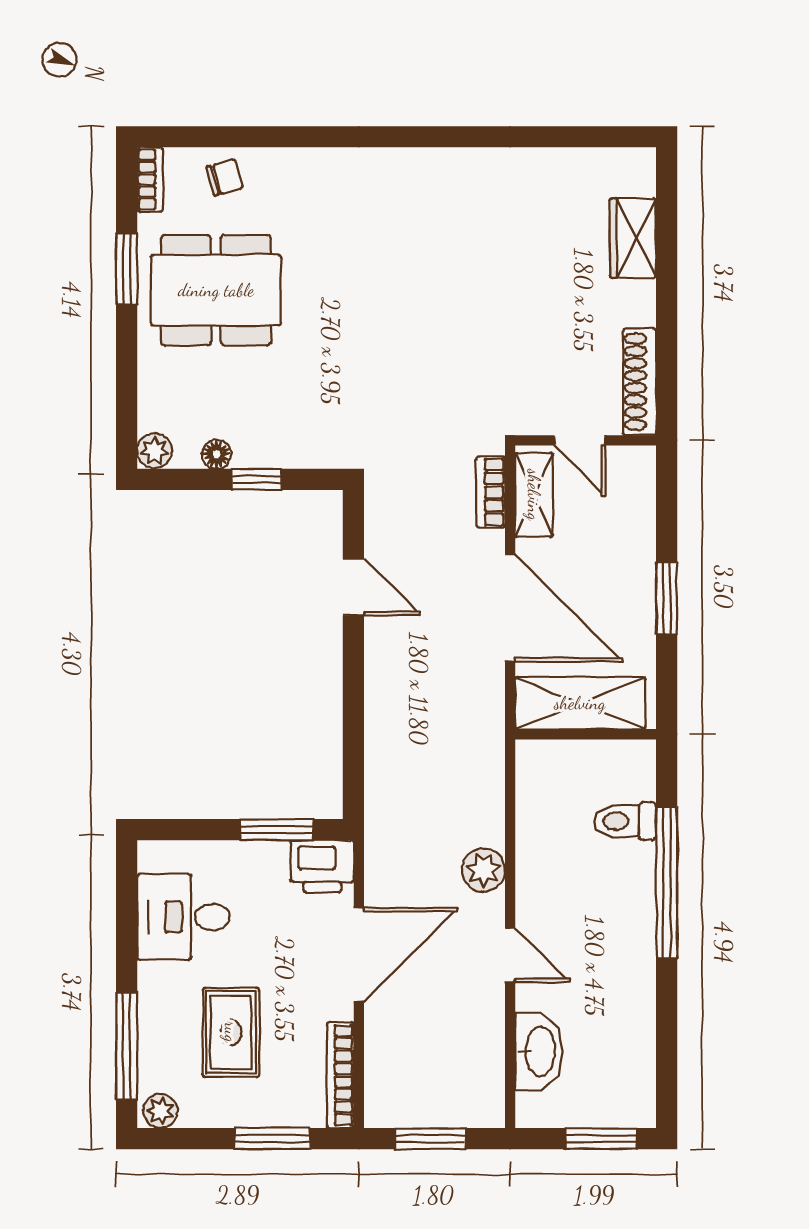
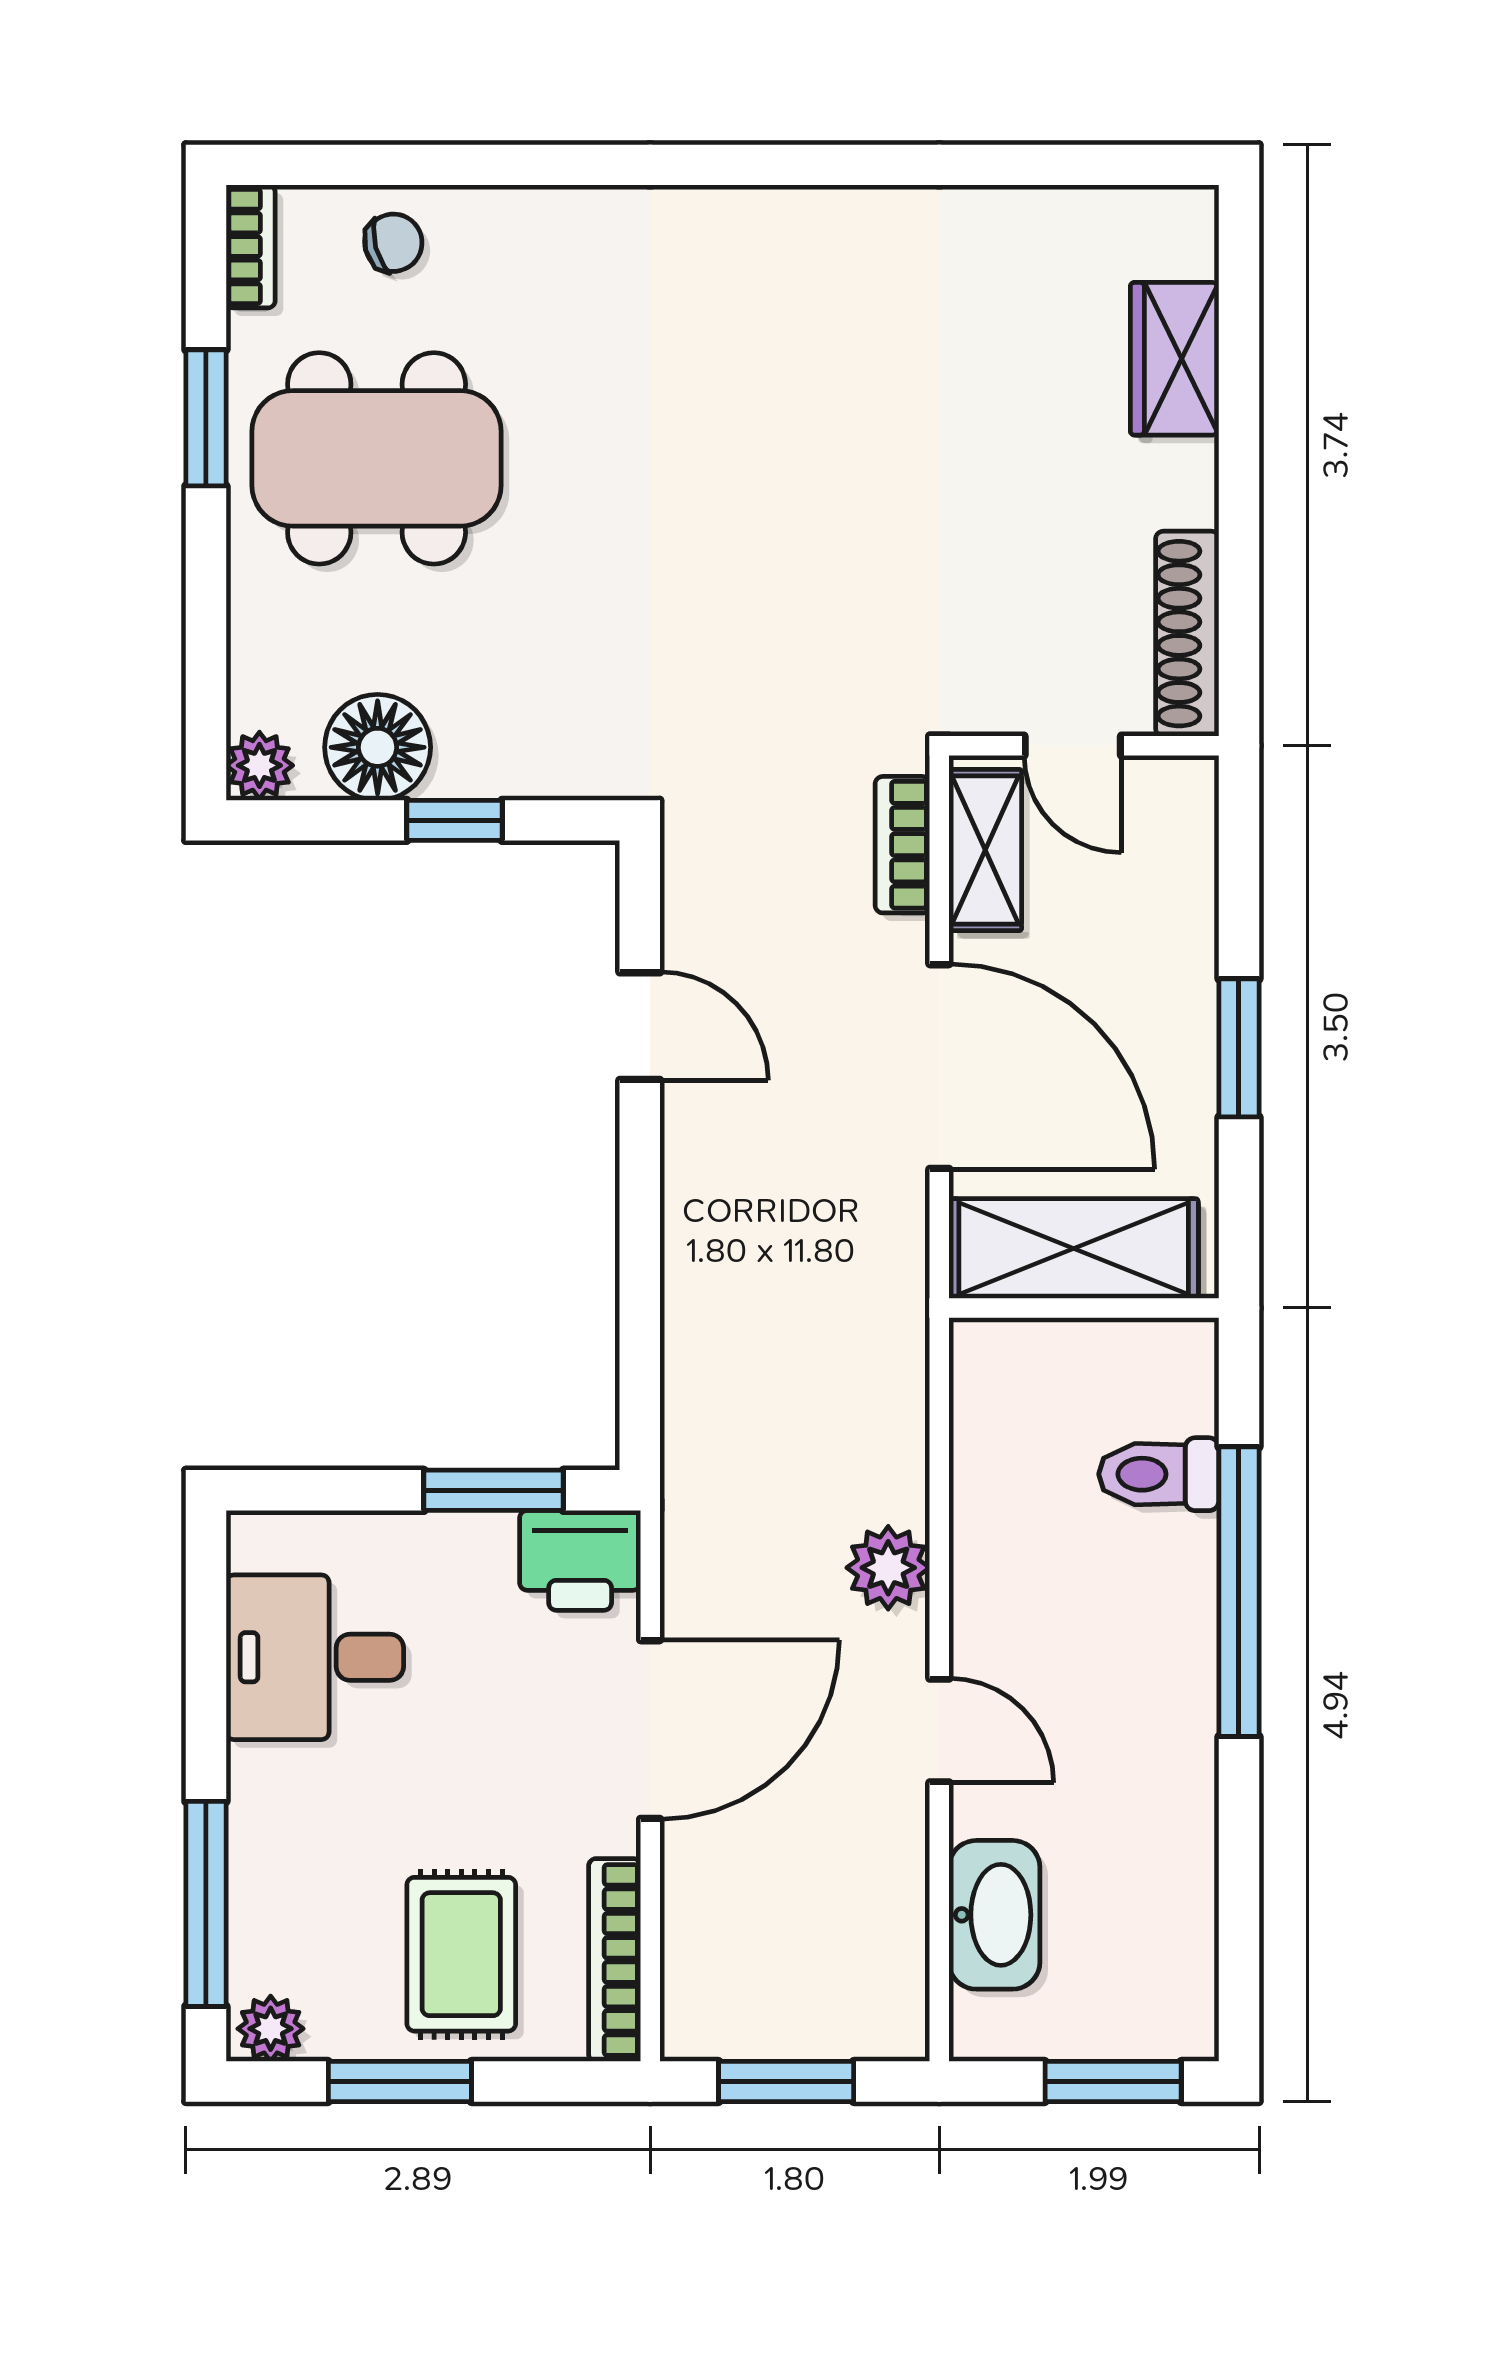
floor lamp: (216, 454) -> (378, 747), width x1.89, depth x1.89
rug: (231, 1032) -> (461, 1954), moved
window: (272, 1139) -> (400, 2082), moved

